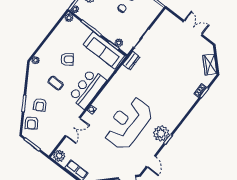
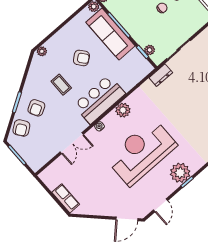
sofa: (104, 50) -> (110, 34), moved
plant: (59, 156) -> (123, 110), moved

